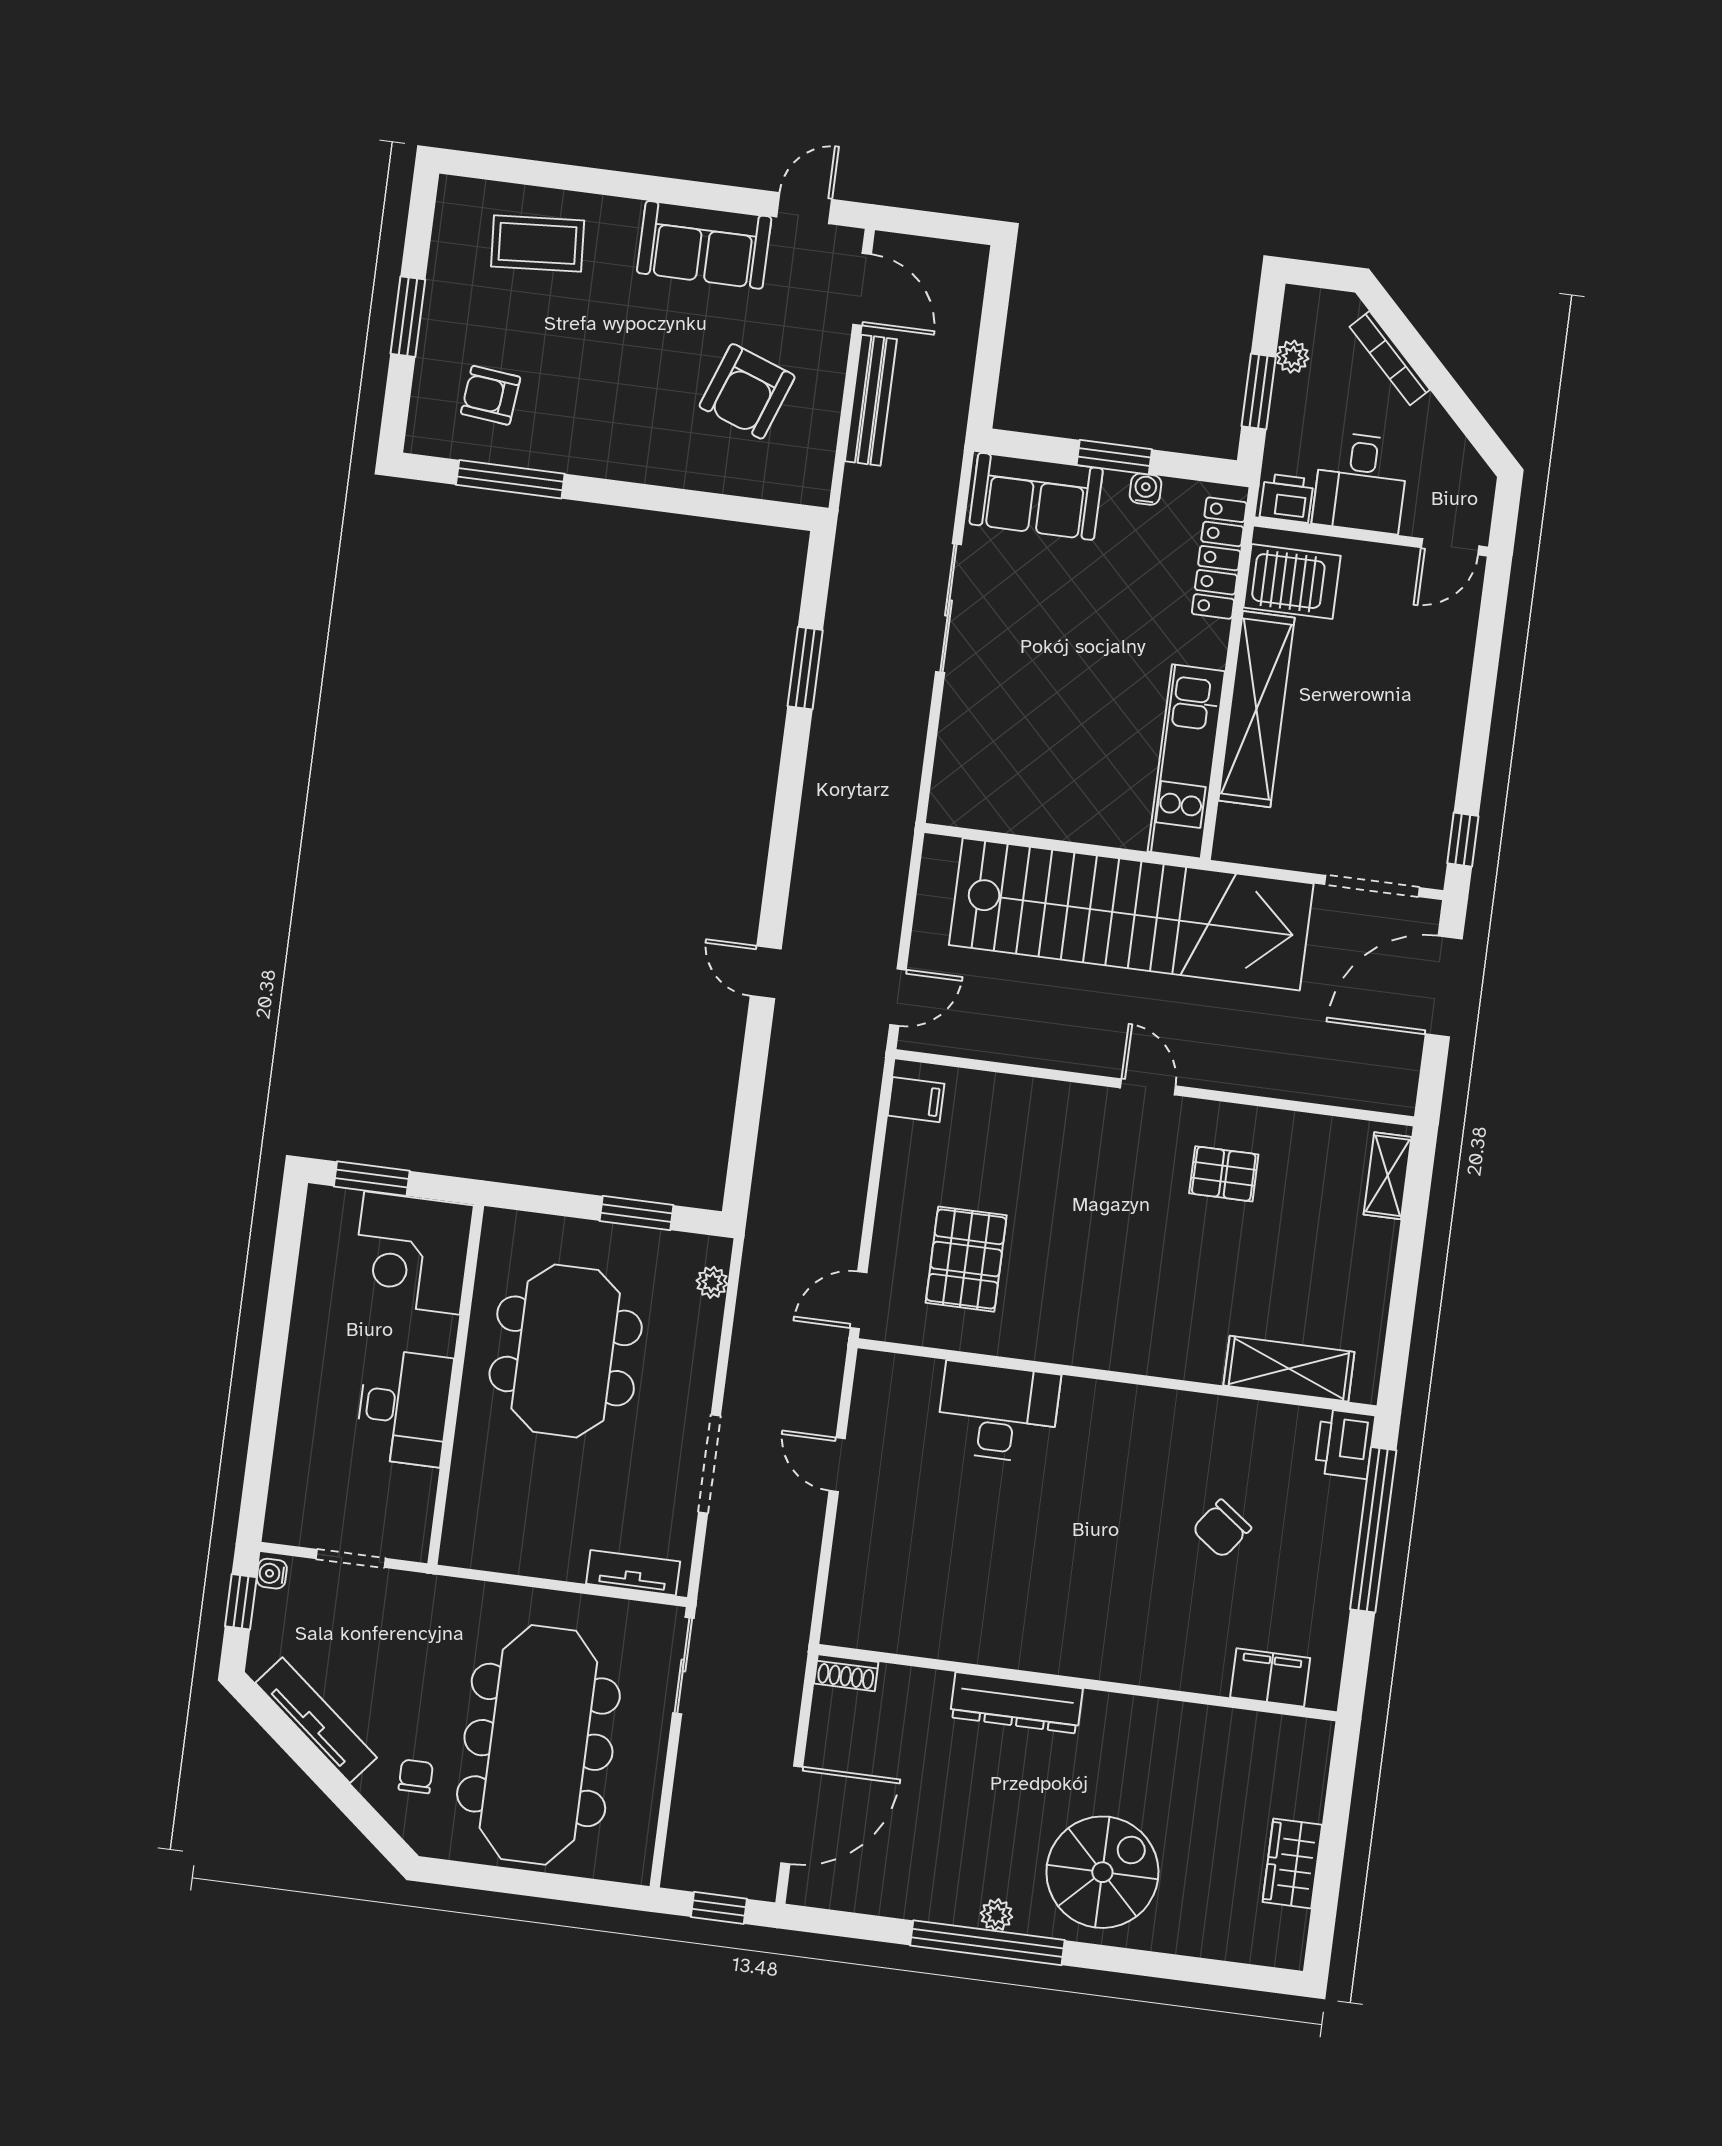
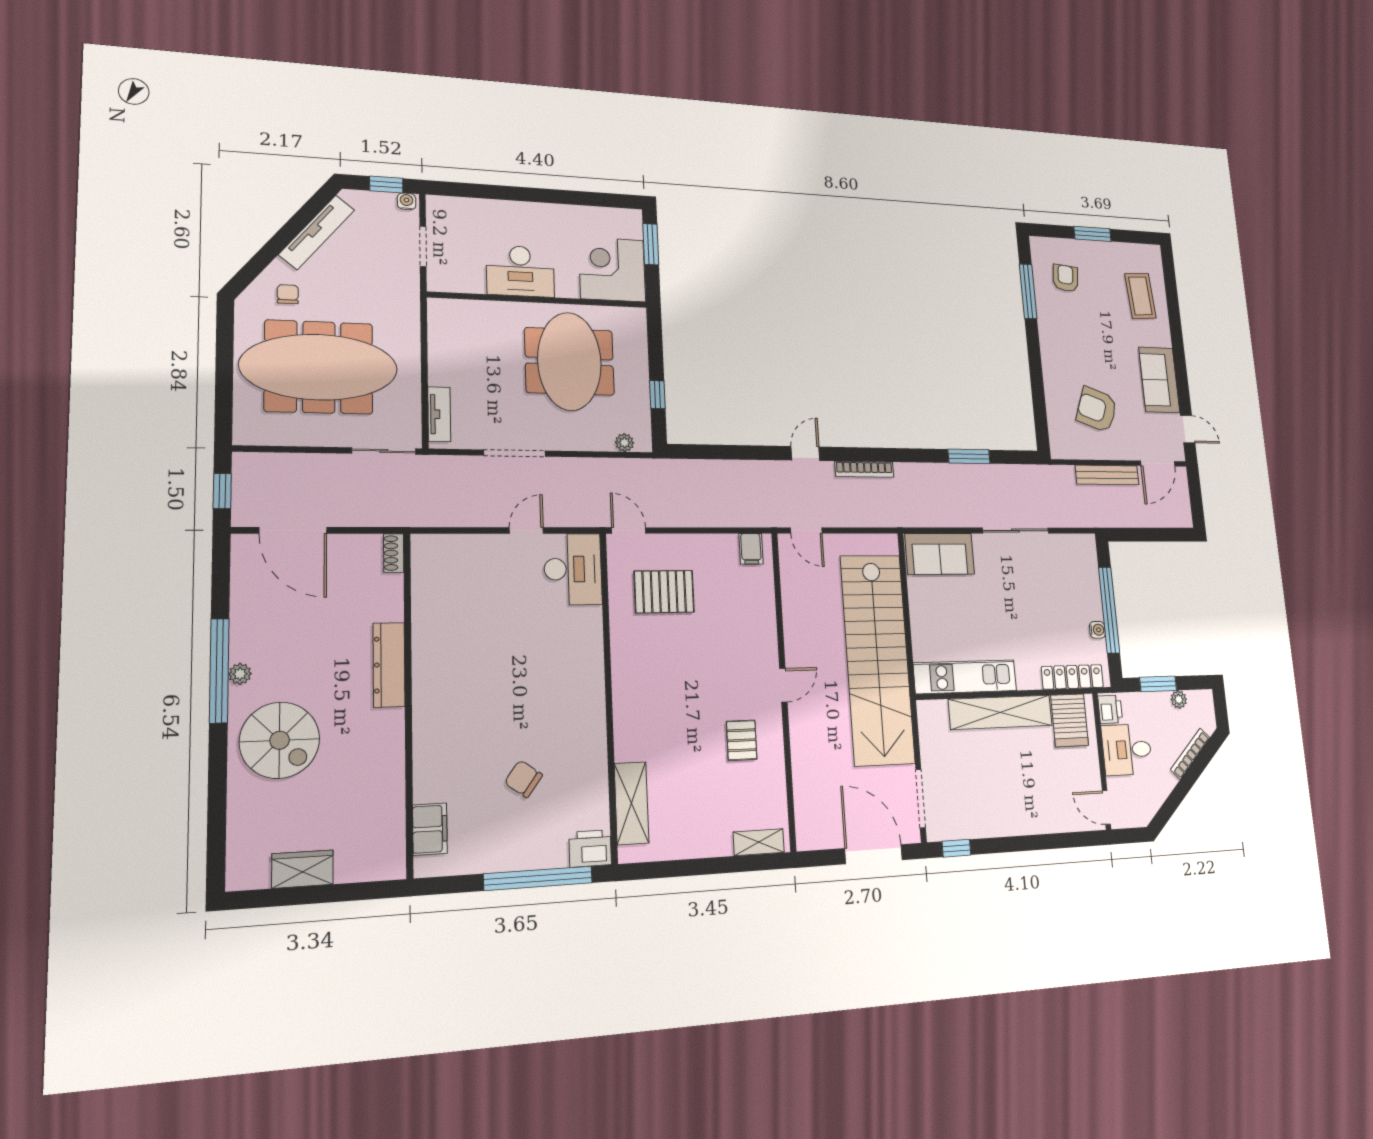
window: (1114, 457) -> (1109, 610), width x2.11
sofa: (1036, 496) -> (940, 554), moved, turned -90
bookcase: (806, 871) -> (864, 469), added
window: (637, 1213) -> (657, 395), width x0.67
meeting table: (566, 1351) -> (569, 361), turned 90
desk: (998, 1412) -> (573, 569), moved
chair: (416, 1776) -> (288, 294), turned -90

